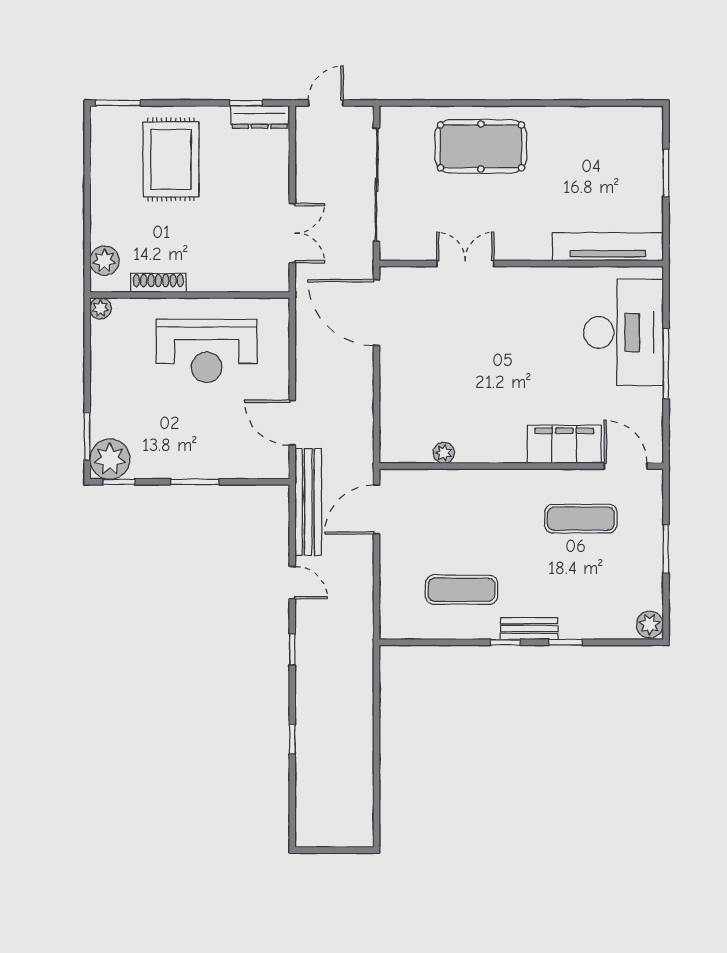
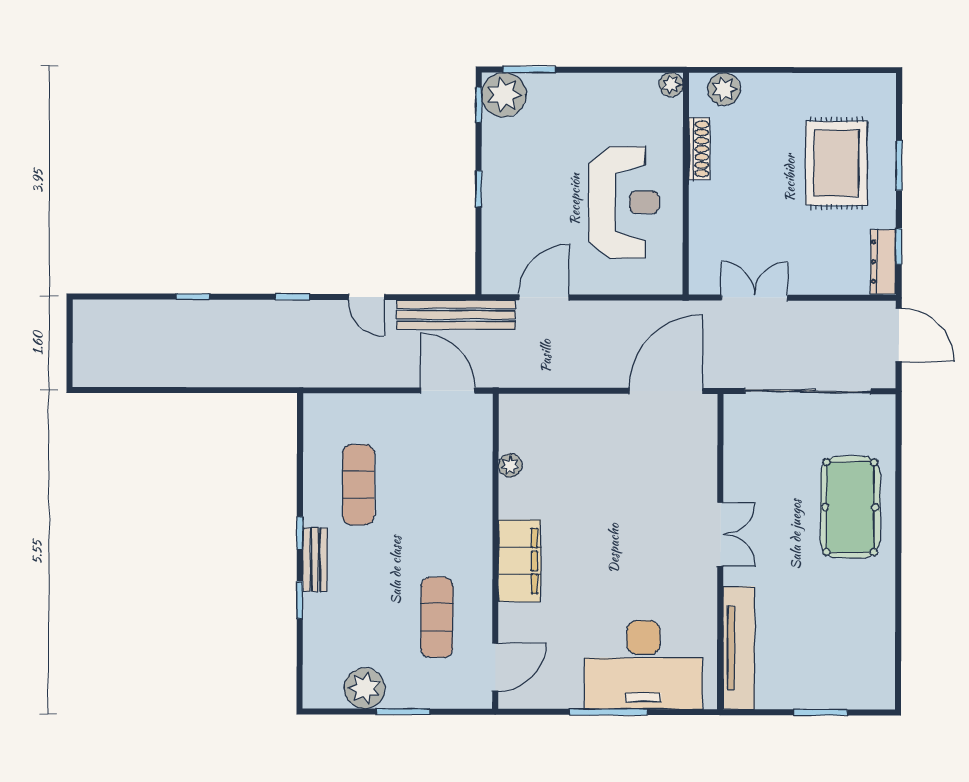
window: (118, 103) -> (899, 166), moved
door: (326, 103) -> (899, 335), width x1.38
rug: (171, 159) -> (836, 163), turned 90
double door: (292, 233) -> (754, 298), swing flipped
double door: (465, 263) -> (720, 534), moved
reception desk: (207, 351) -> (624, 202), turned 180
filing cabinet: (564, 444) -> (520, 561), moved
window: (195, 482) -> (479, 189), width x0.67
door: (292, 583) -> (366, 297), hinge flipped
plant: (650, 624) -> (365, 688), moved, width x1.36, depth x1.36

